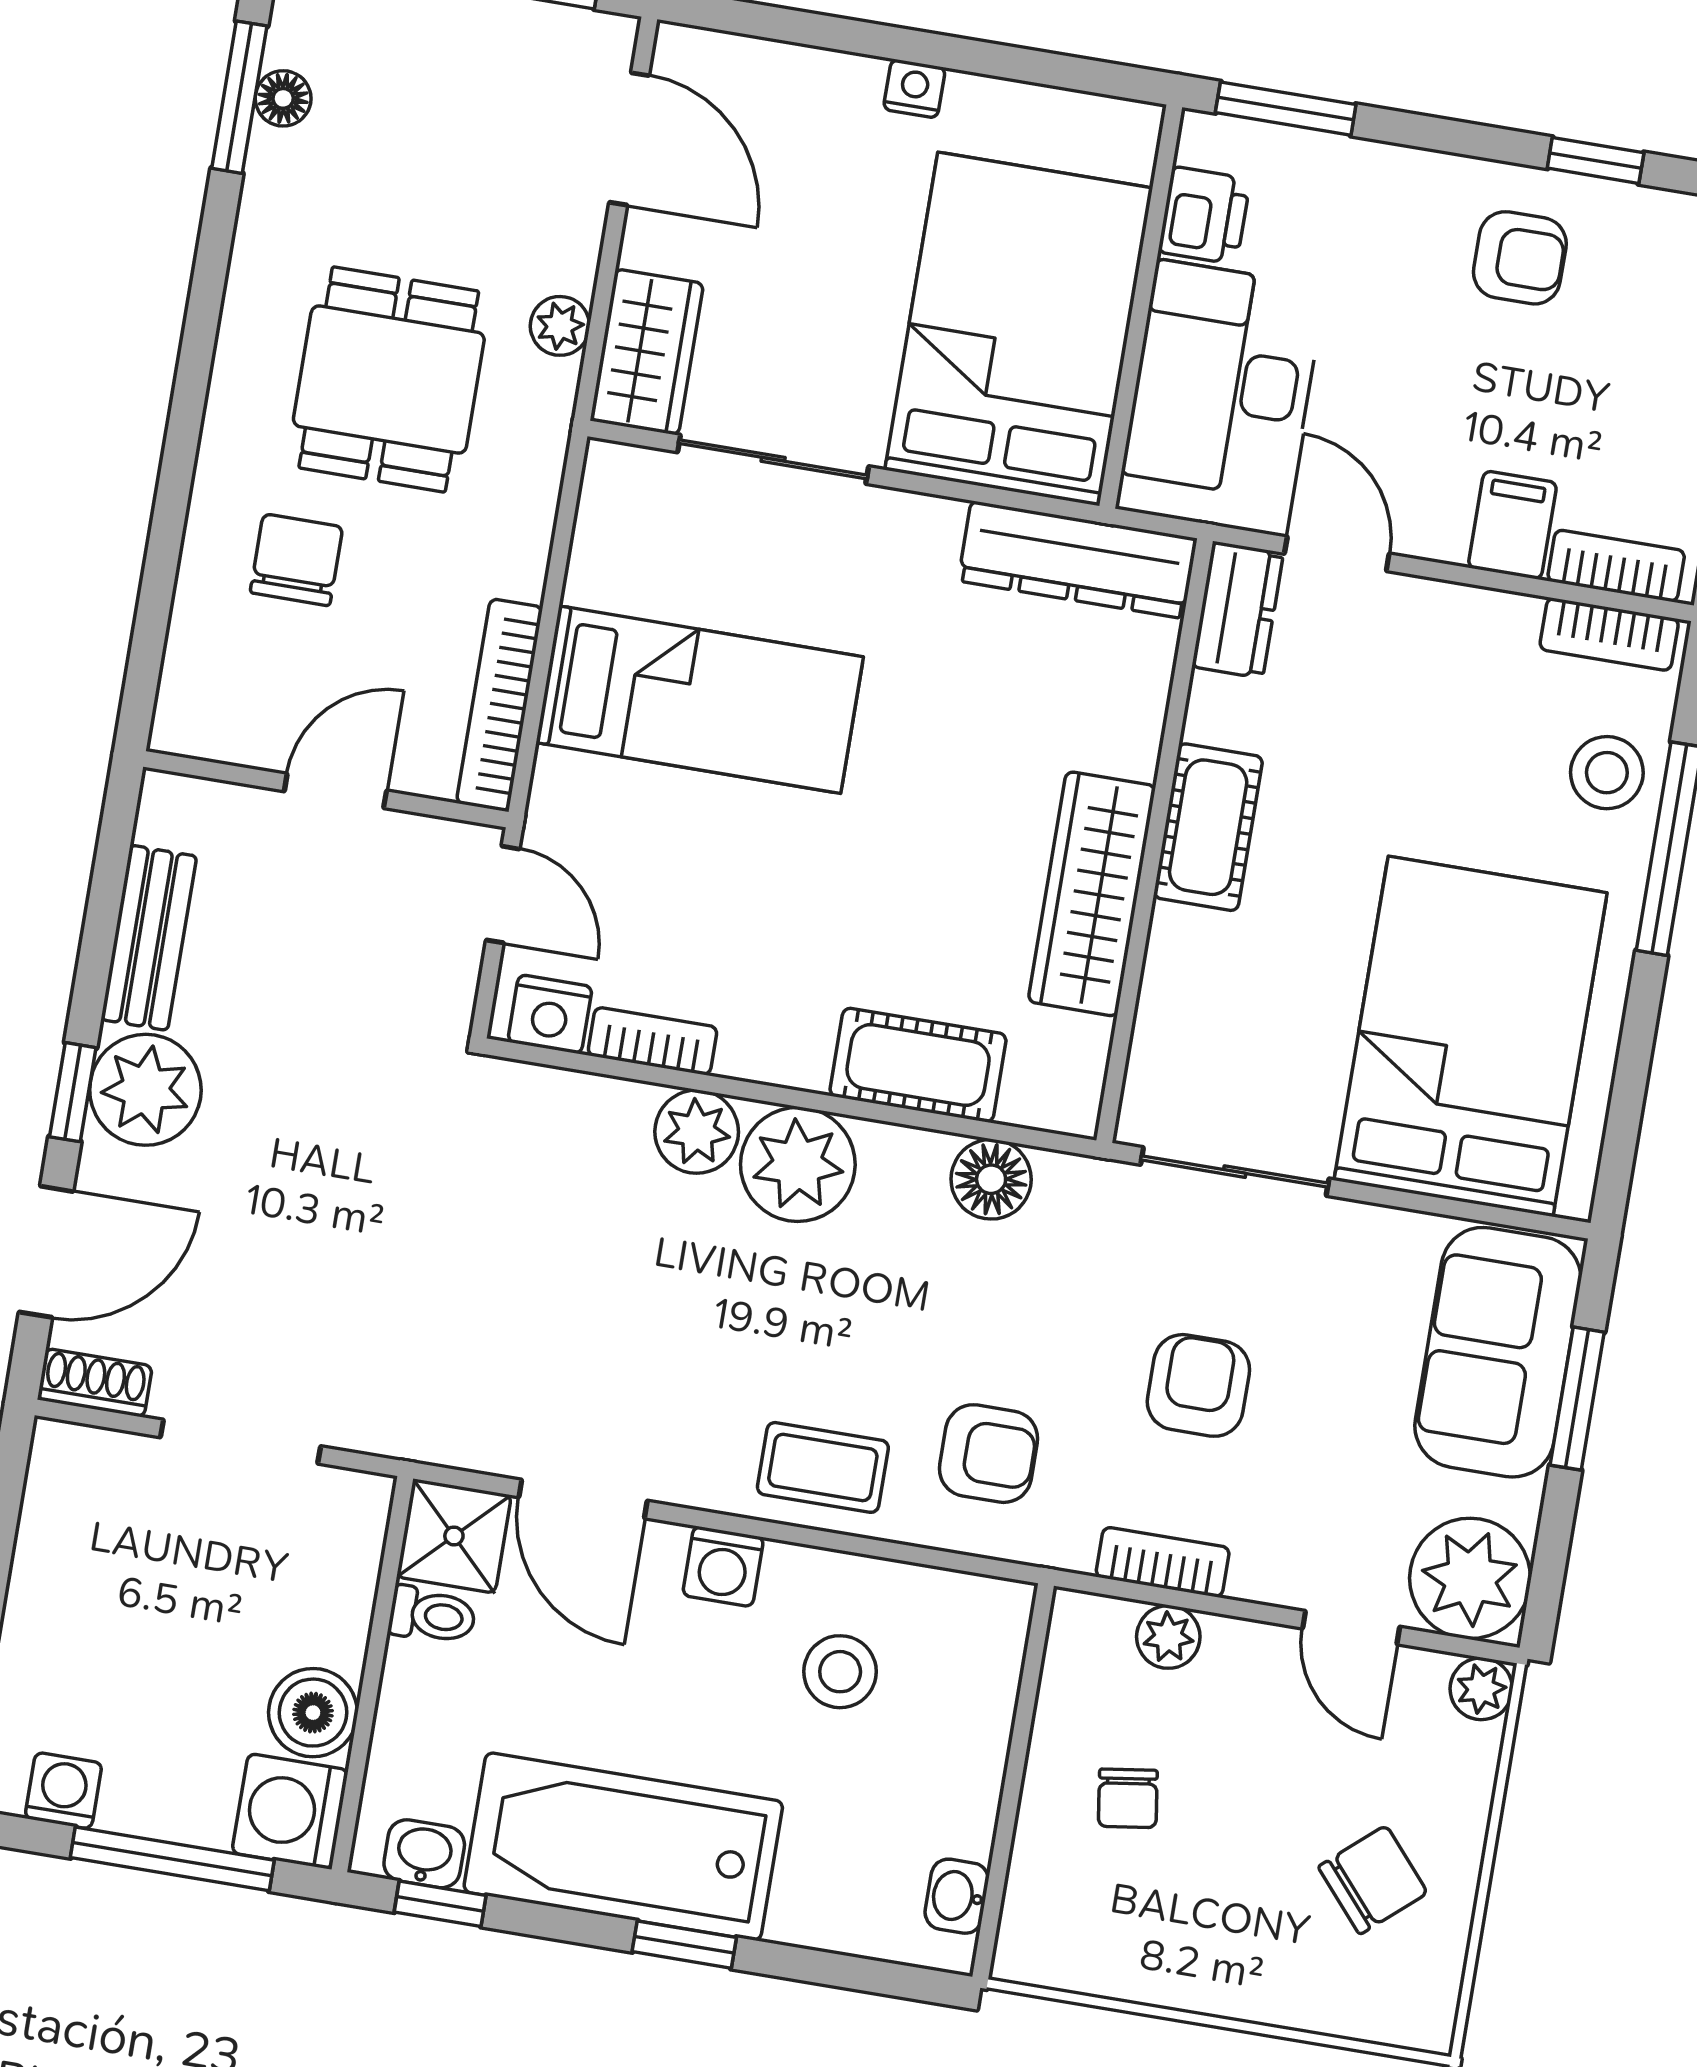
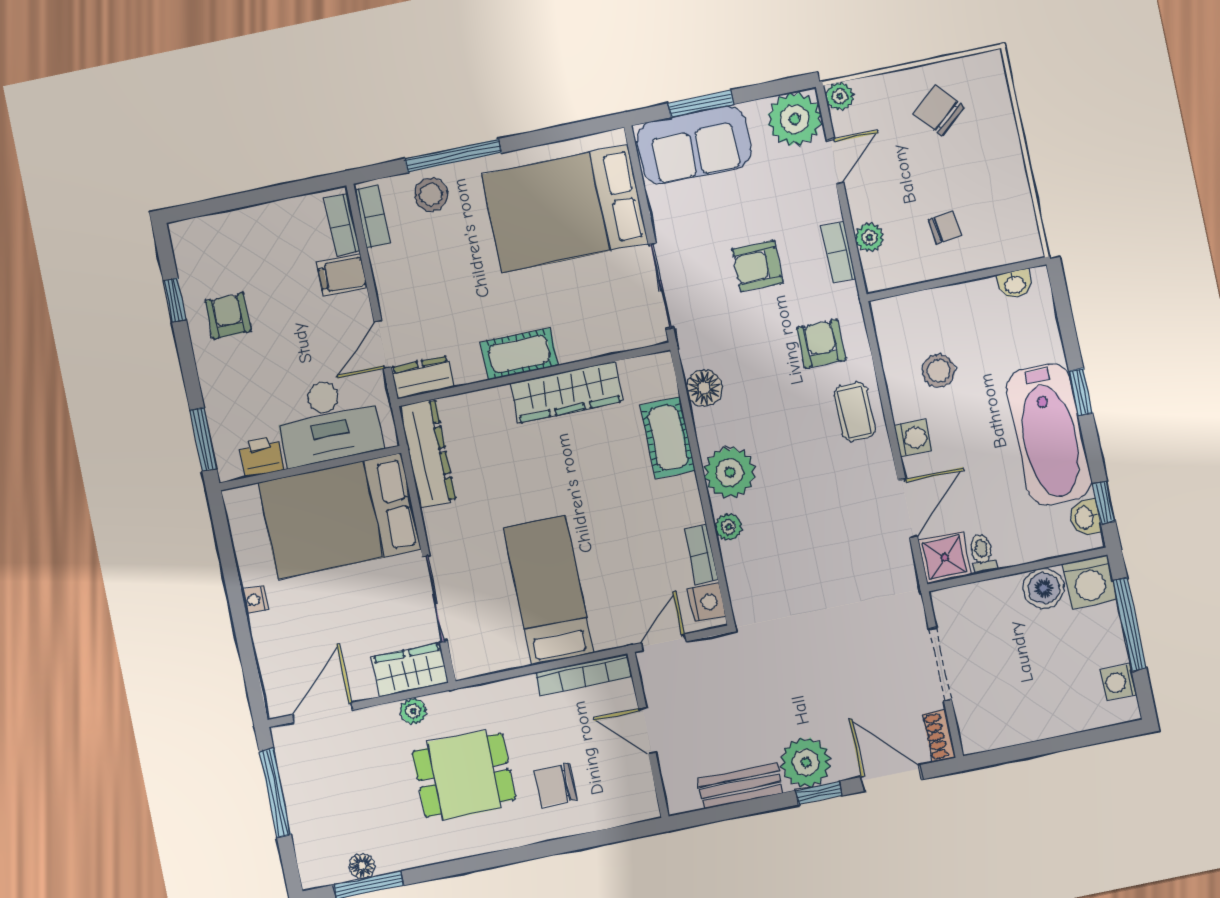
plant: (697, 1132) -> (728, 527), width x0.73, depth x0.73

